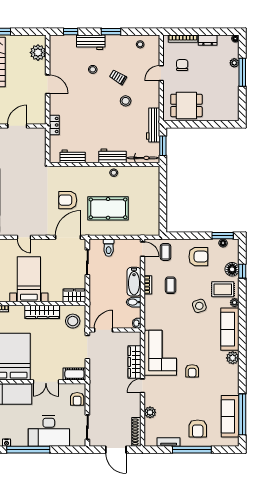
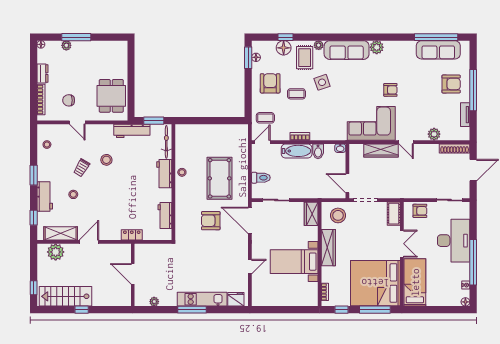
shelving: (56, 57) -> (61, 233), added
armchair: (68, 200) -> (211, 221), turned 90
coffee table: (171, 285) -> (296, 94), moved

